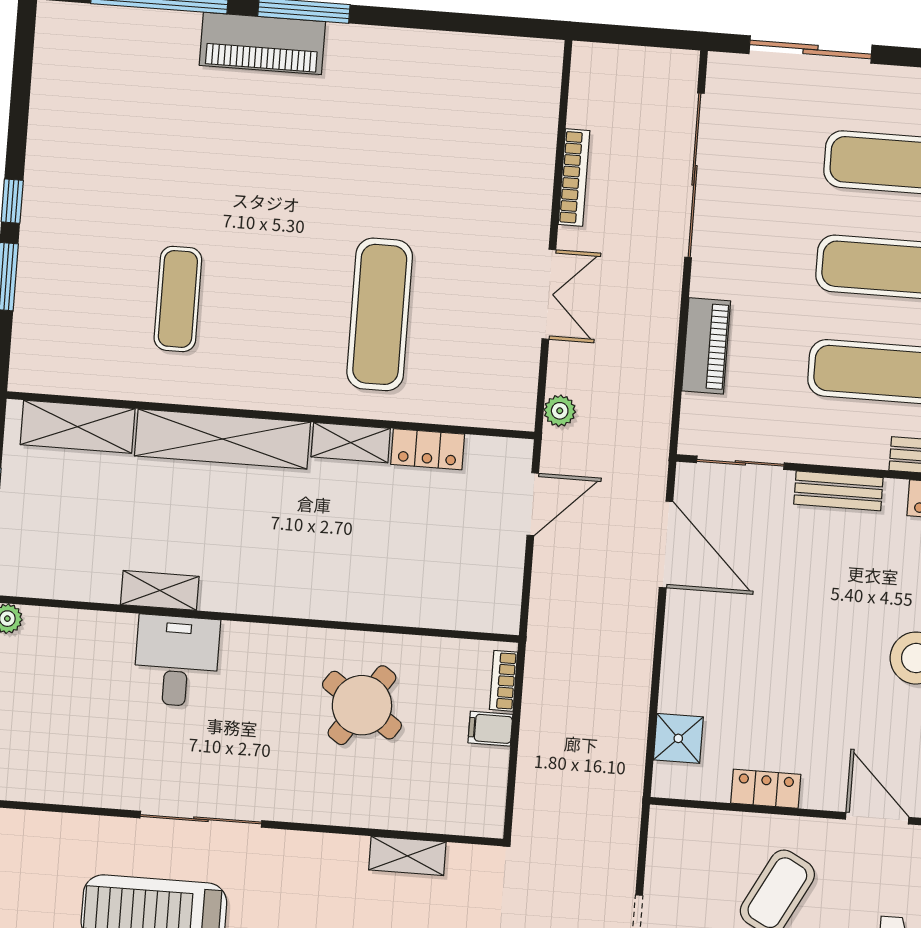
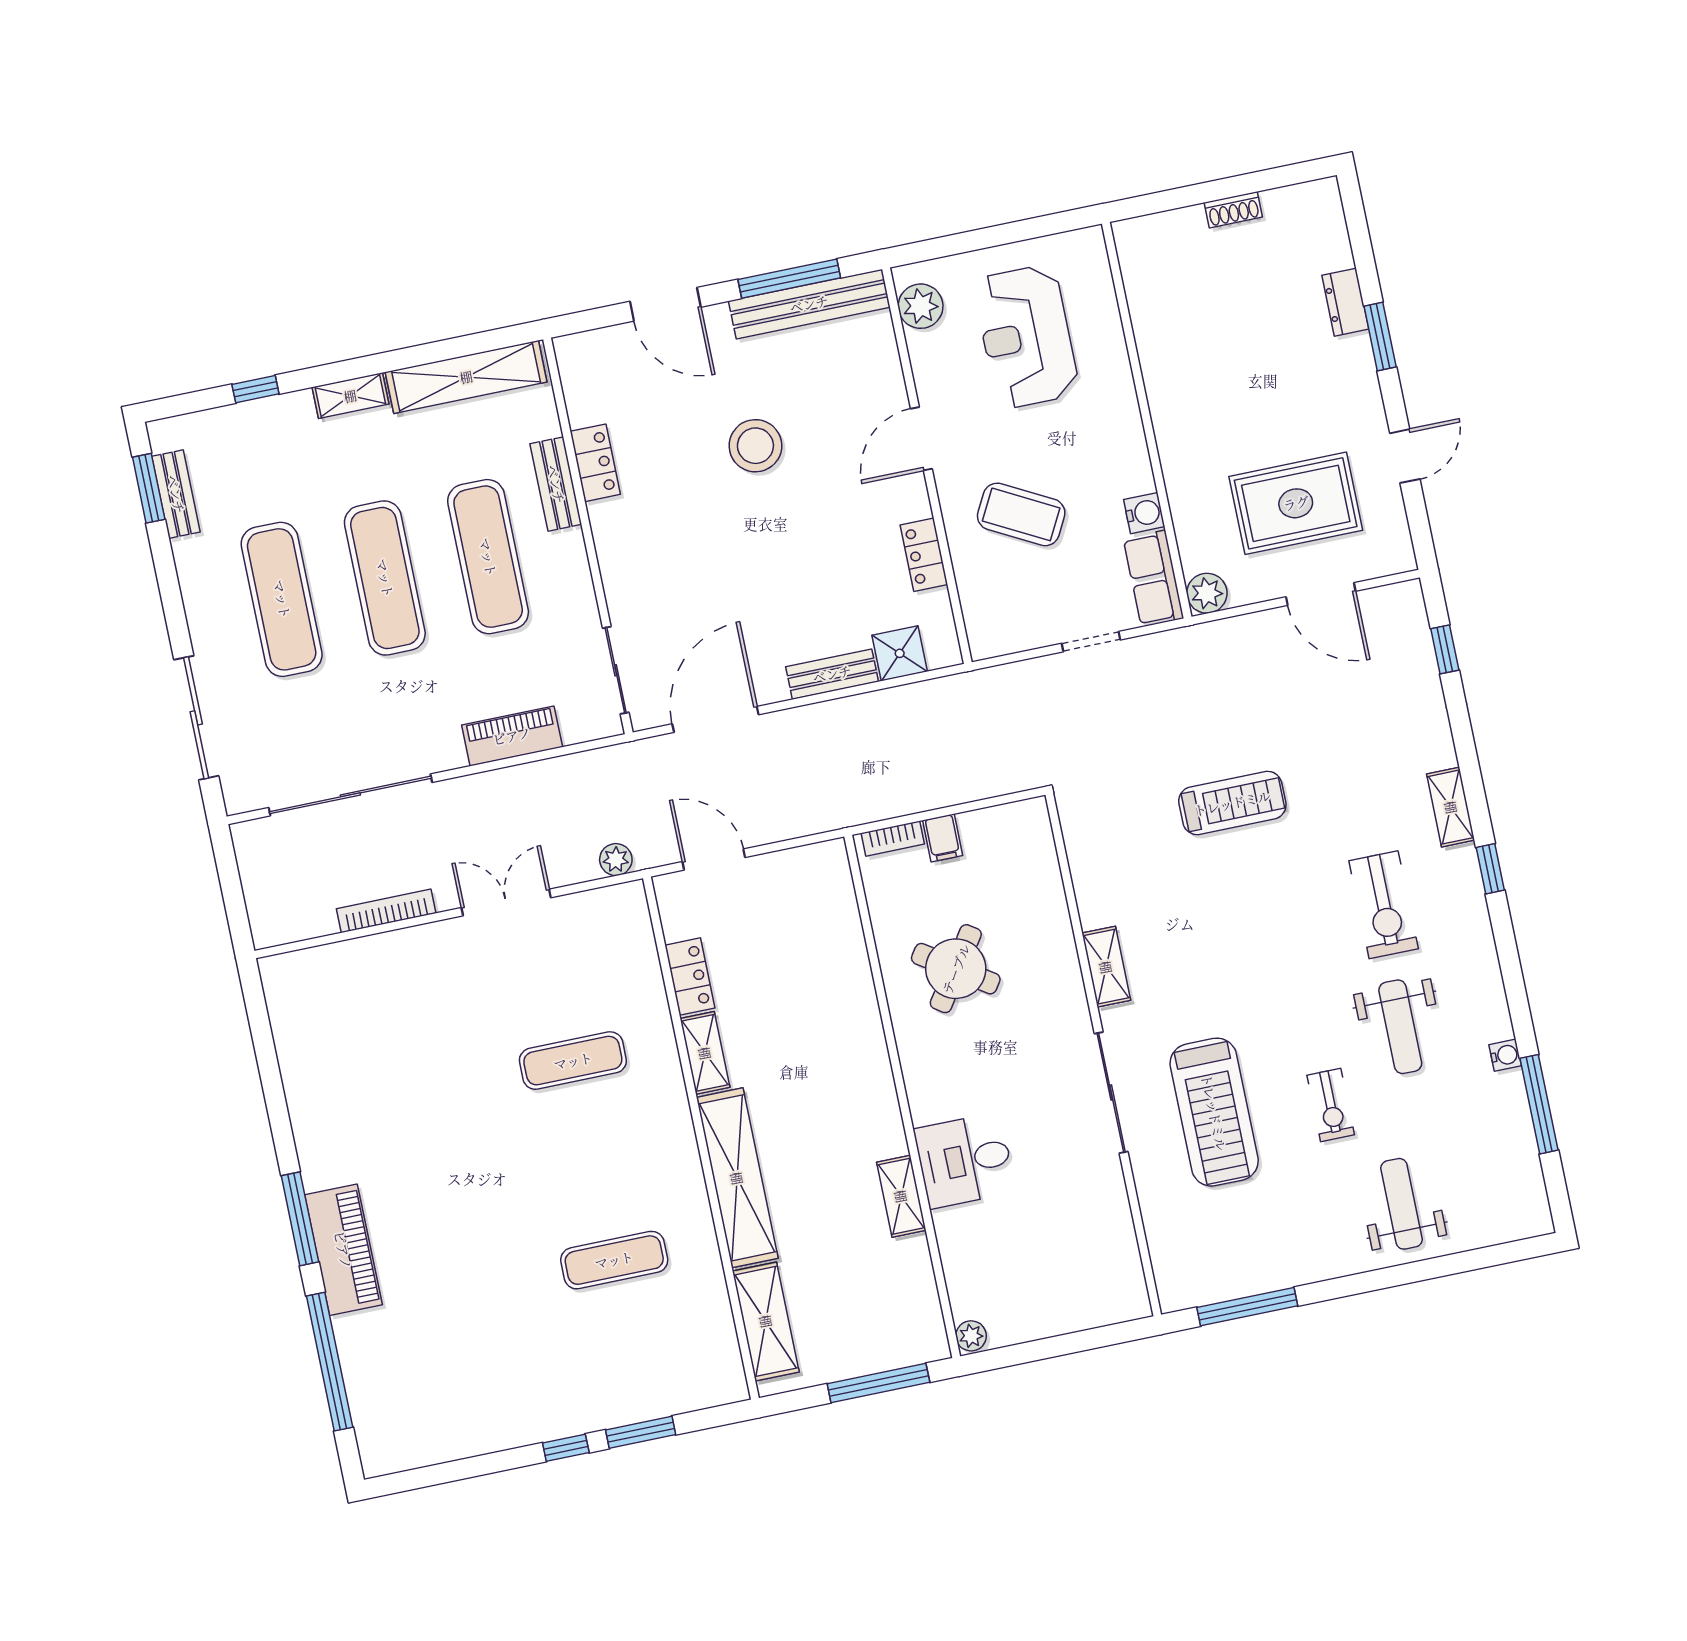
exercise mat: (380, 314) -> (573, 1061), width x0.73, depth x0.69
bench: (838, 491) -> (832, 674), moved, turned 90
shelving: (407, 856) -> (1106, 967), moved

